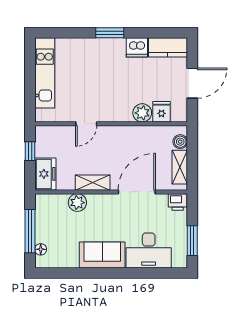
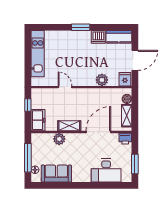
fridge: (161, 112) -> (125, 79), moved
door: (86, 124) -> (65, 87), swing flipped
sofa: (102, 255) -> (56, 174), moved

